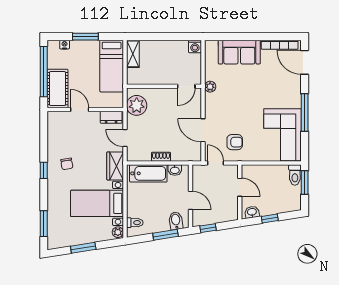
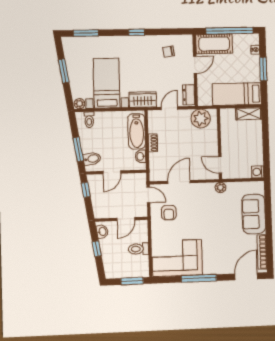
door: (215, 163) -> (148, 195), hinge flipped
chair: (67, 164) -> (169, 52), moved
toilet: (295, 175) -> (138, 249), moved

